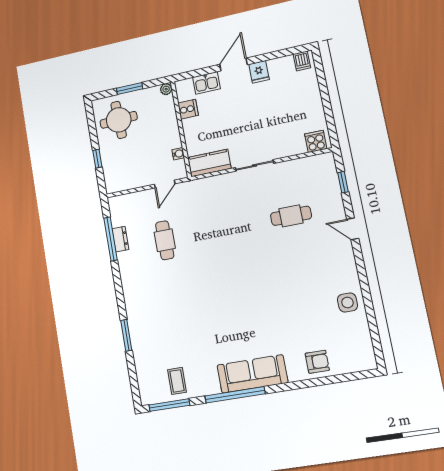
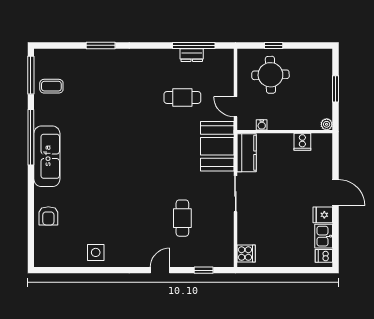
kitchen sink: (206, 83) -> (324, 236), moved
round table: (119, 120) -> (270, 75), moved
booth: (208, 194) -> (217, 146), added

